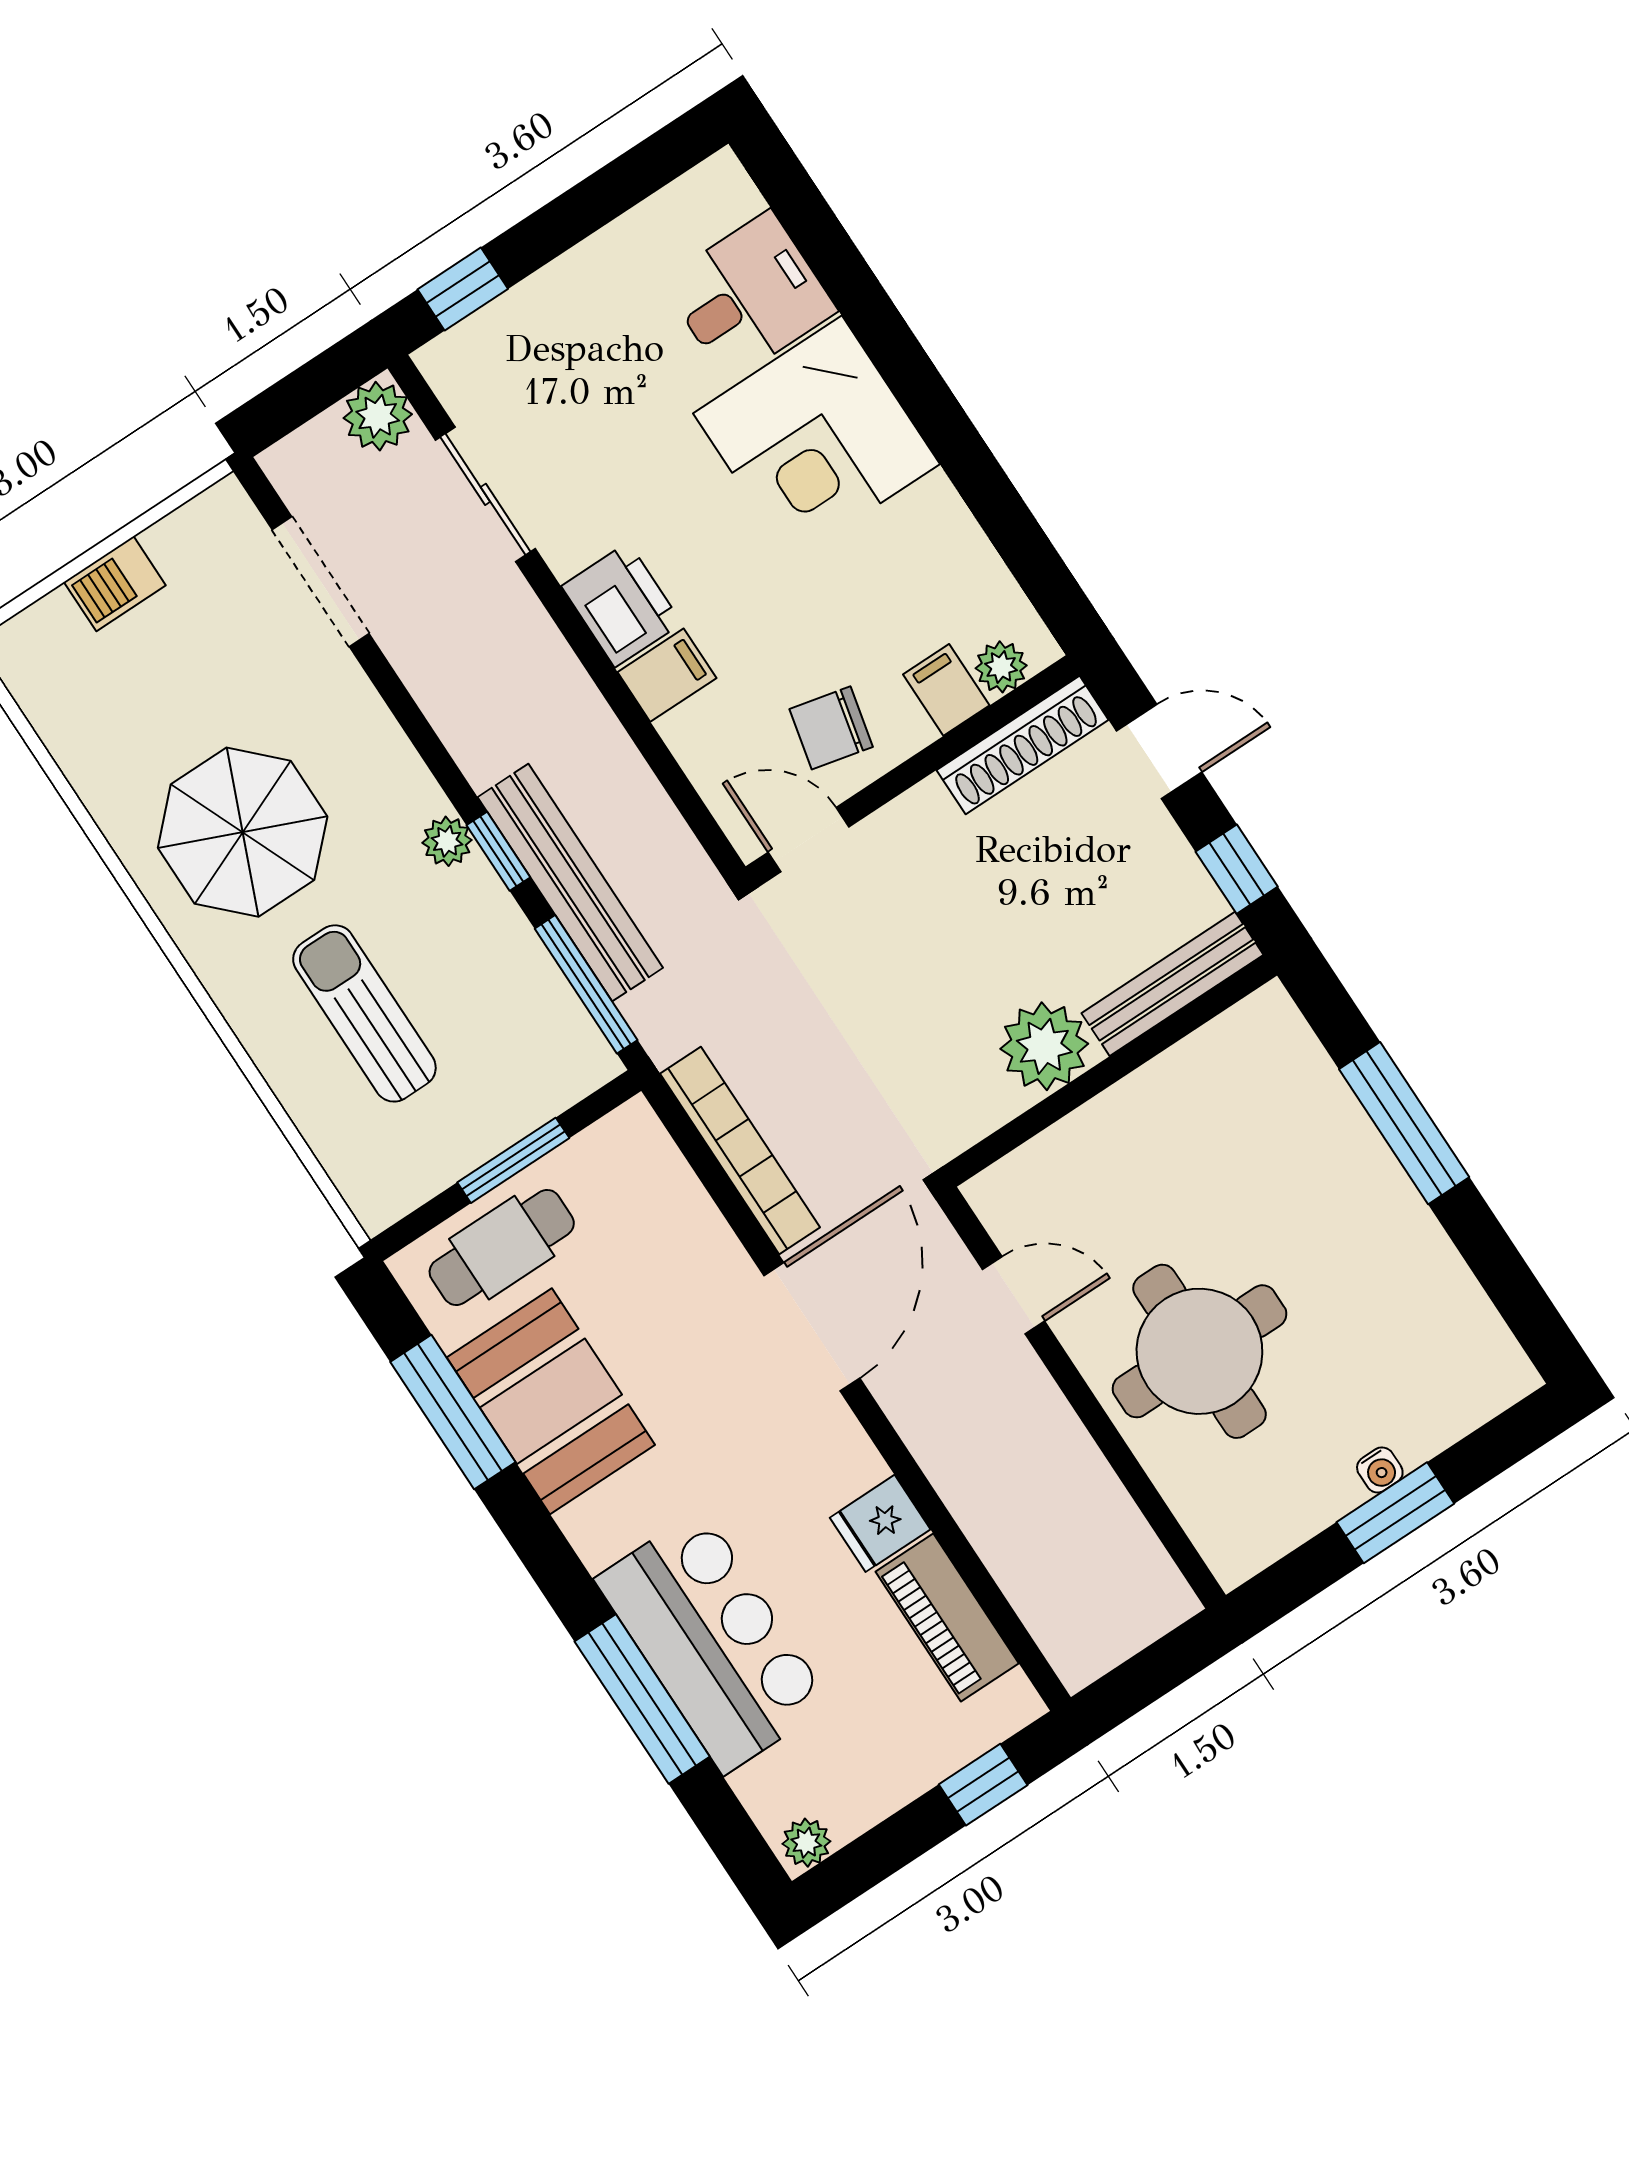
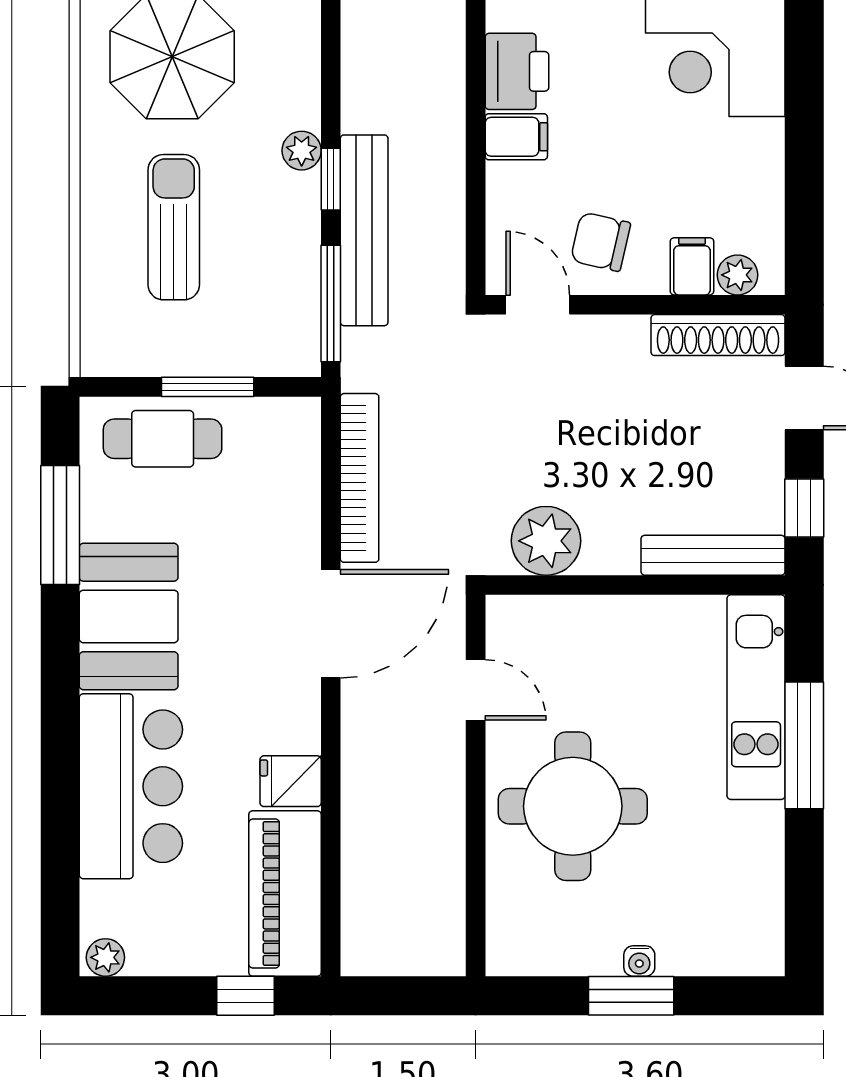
plant: (1044, 1046) -> (546, 541), moved
kitchen unit: (1319, 1105) -> (756, 697), added
booth: (551, 1401) -> (129, 616), moved
piano: (947, 1618) -> (285, 893), width x1.37, depth x1.33
window: (642, 1699) -> (60, 793), removed

